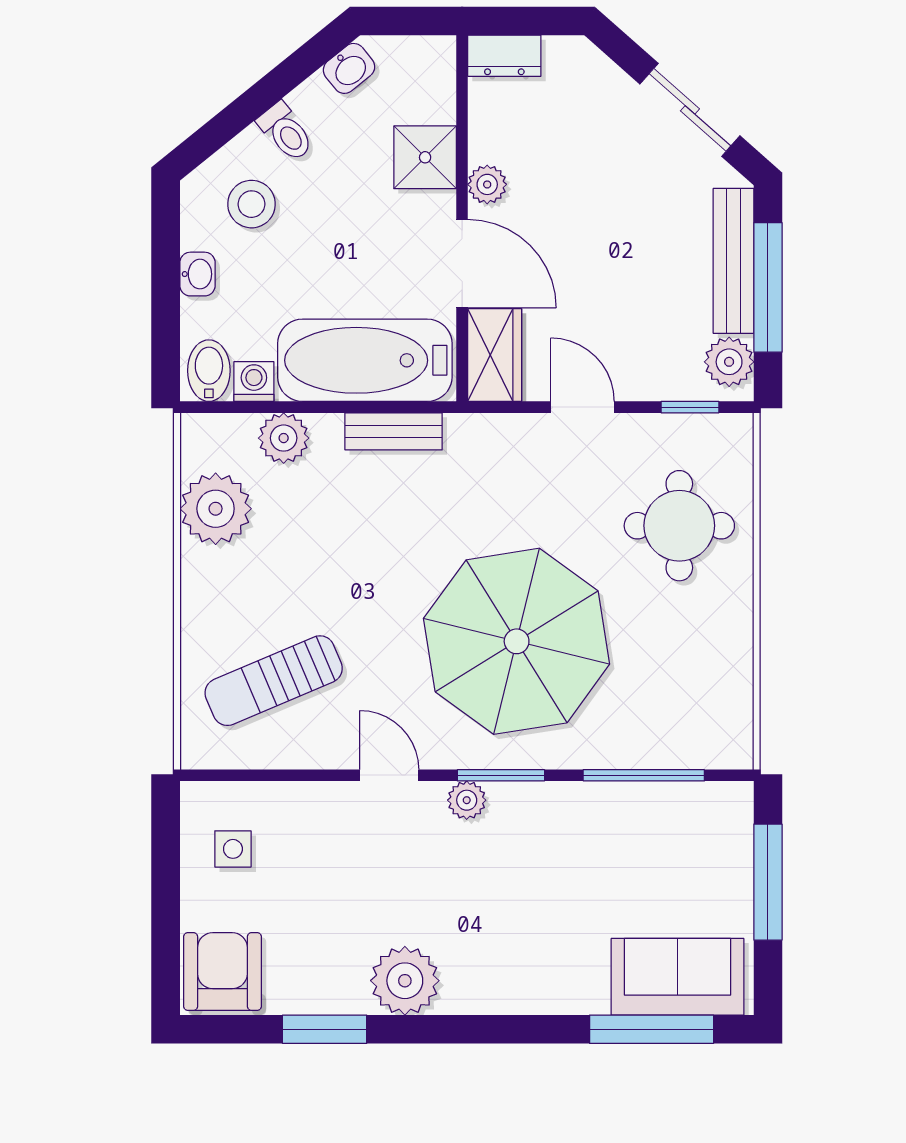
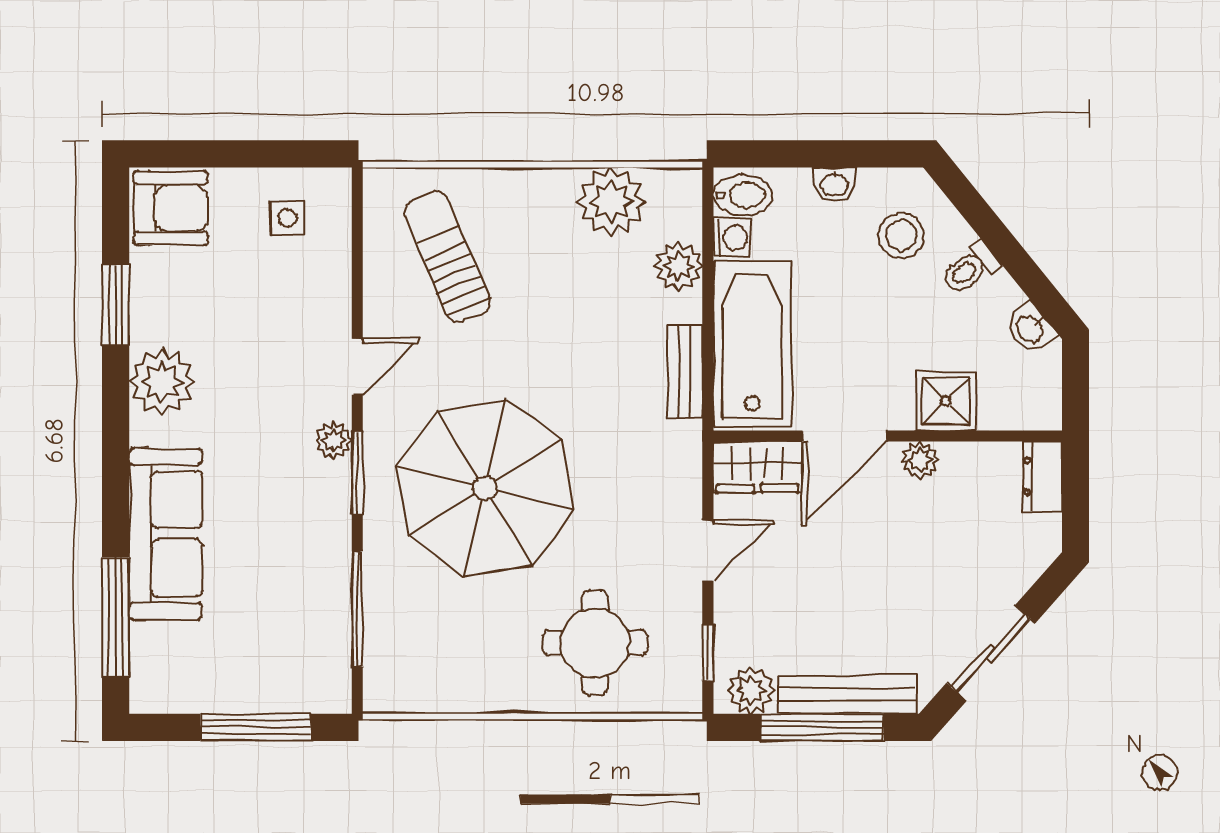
sofa: (678, 977) -> (166, 534), moved, width x1.36

